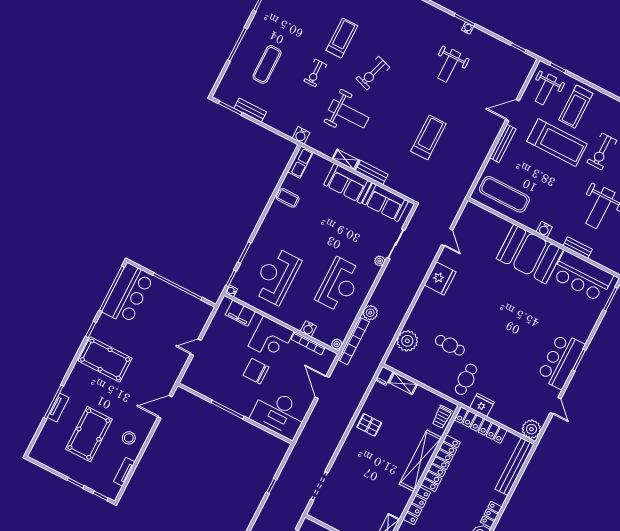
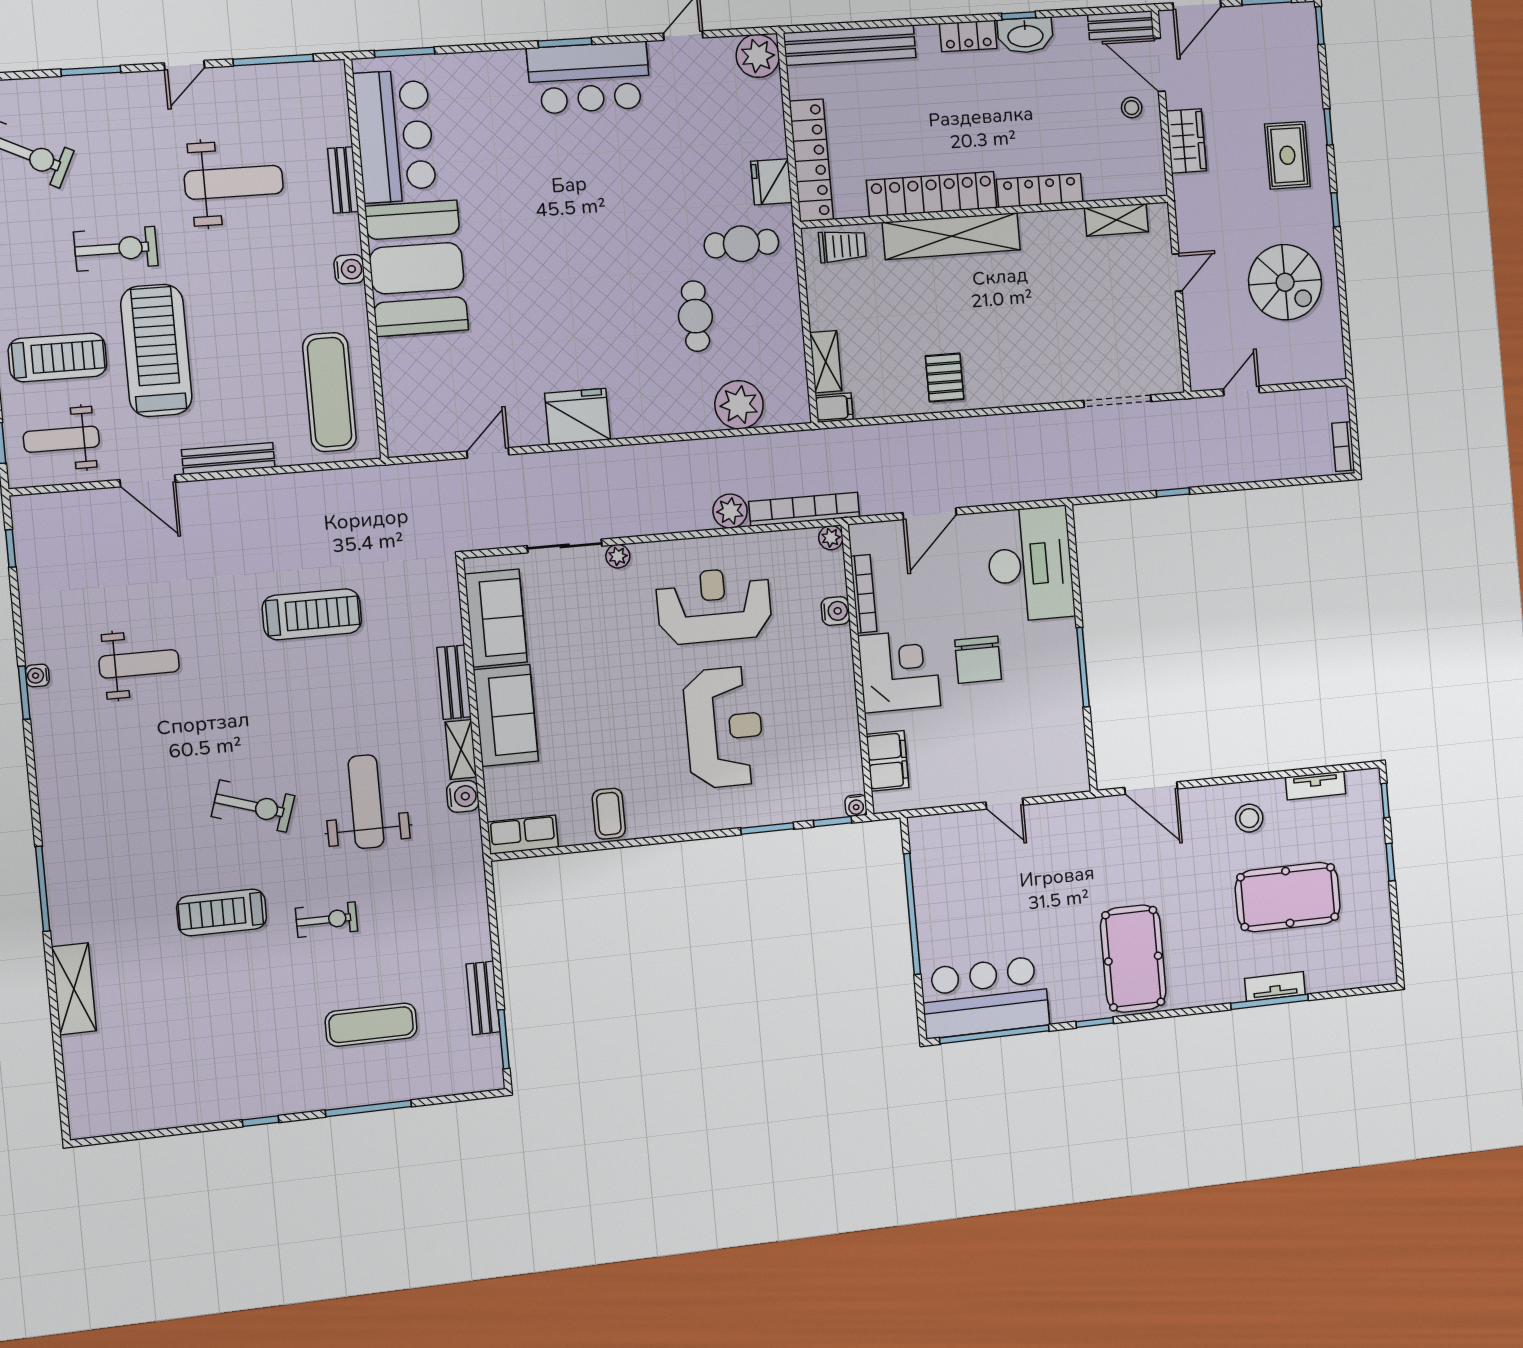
weight bench: (546, 90) -> (61, 439), turned 180
water cooler: (301, 135) -> (463, 796), moved
treadmill: (428, 137) -> (312, 614), turned 180
reception desk: (276, 276) -> (724, 727), moved, turned -90

